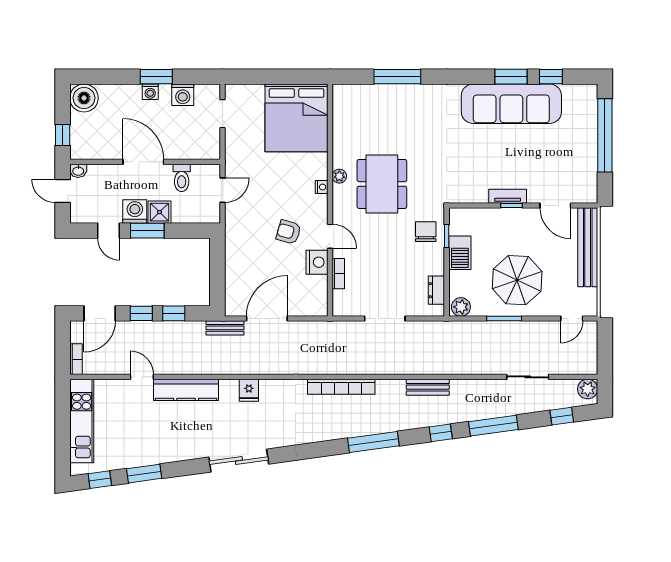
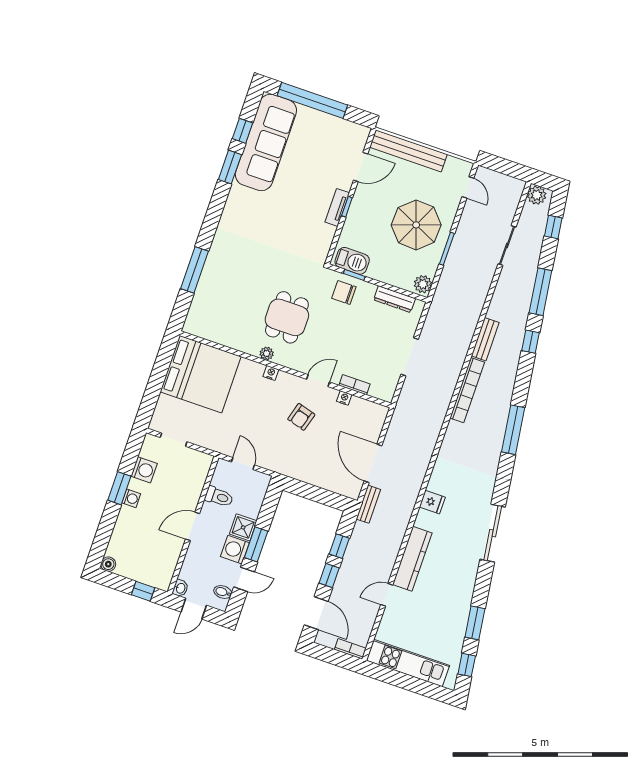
boiler: (84, 98) -> (108, 564), width x0.54, depth x0.54
sofa: (511, 104) -> (266, 142), moved
door: (143, 162) -> (193, 526), width x0.73
dining table: (382, 184) -> (287, 317), width x0.73
bidet: (89, 214) -> (223, 592), added
barbecue: (460, 253) -> (352, 261), moved
nightstand: (317, 262) -> (344, 398), width x0.53, depth x0.56
dresser: (436, 290) -> (394, 299), width x1.44
bookcase: (341, 387) -> (467, 390), moved
window: (373, 442) -> (513, 430), moved

